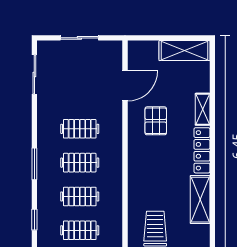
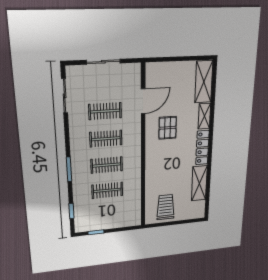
shelving: (184, 51) -> (204, 82), moved, turned 90
clothes rail: (80, 230) -> (105, 111), moved

